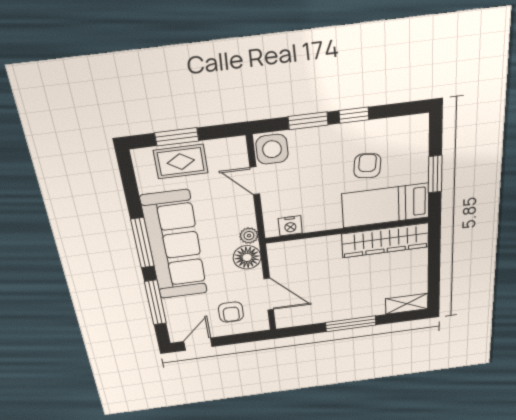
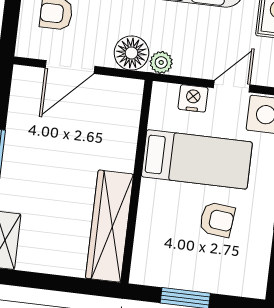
bed: (386, 206) -> (197, 159), moved, turned 90
nightstand: (290, 226) -> (193, 98), moved, turned 90

